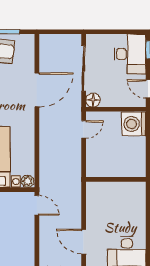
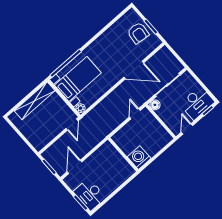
washing machine: (134, 124) -> (139, 158), moved
door: (84, 129) -> (135, 114), swing flipped

